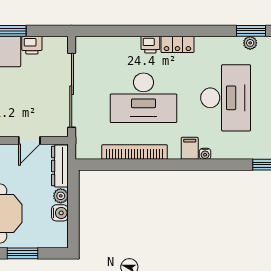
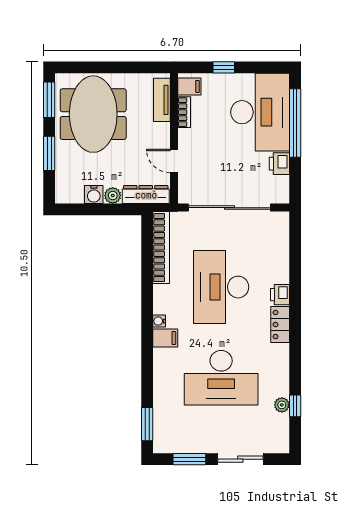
window: (251, 31) -> (295, 406), width x0.67
bookcase: (135, 152) -> (161, 248), moved
water cooler: (205, 154) -> (159, 321), moved

